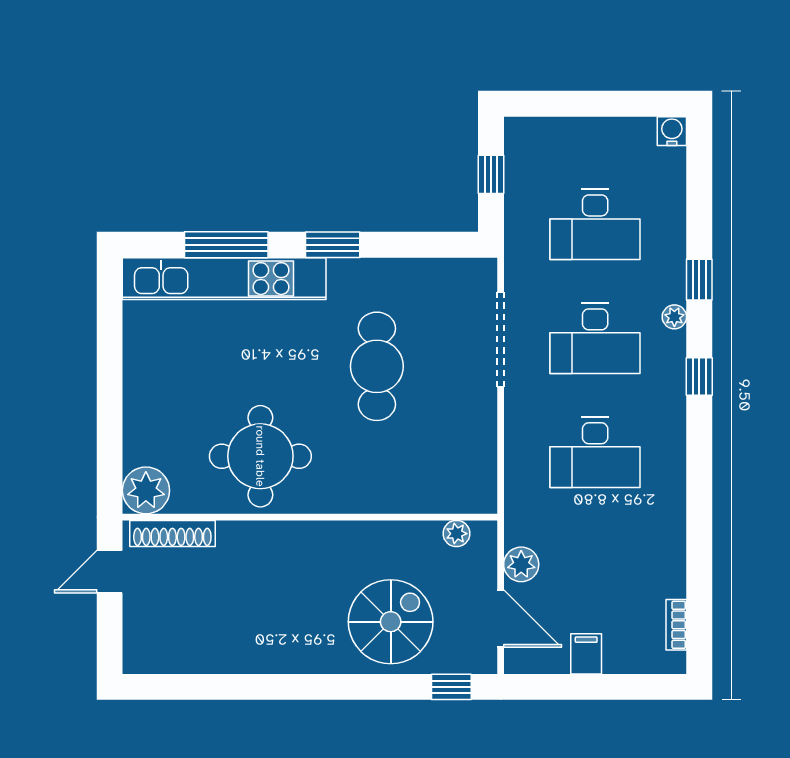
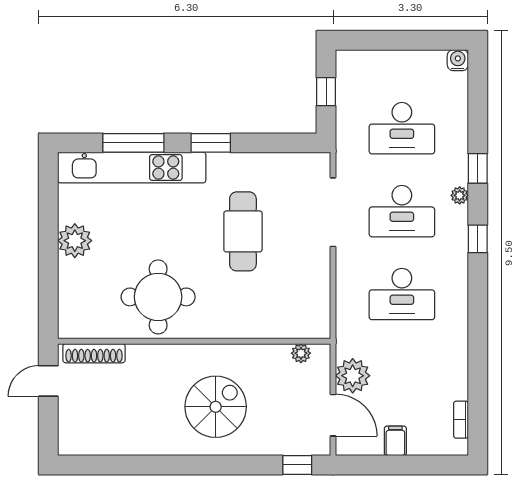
plant: (146, 490) -> (75, 241), moved
plant: (521, 564) -> (353, 376), width x1.36, depth x1.36
spiral stairs: (391, 622) -> (216, 407), moved

